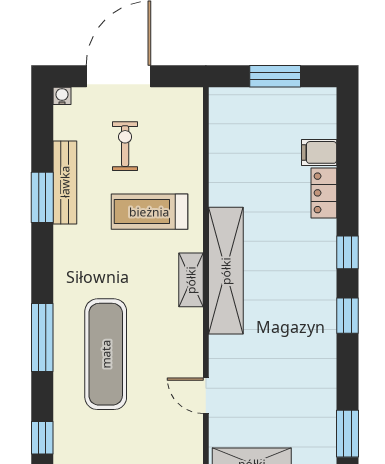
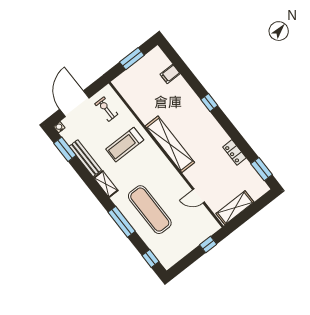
exercise bike: (125, 146) -> (106, 109), moved
locker: (324, 193) -> (234, 152), moved
window: (42, 197) -> (65, 149), moved
shelving: (191, 280) -> (106, 184), moved
window: (347, 316) -> (228, 126), removed

